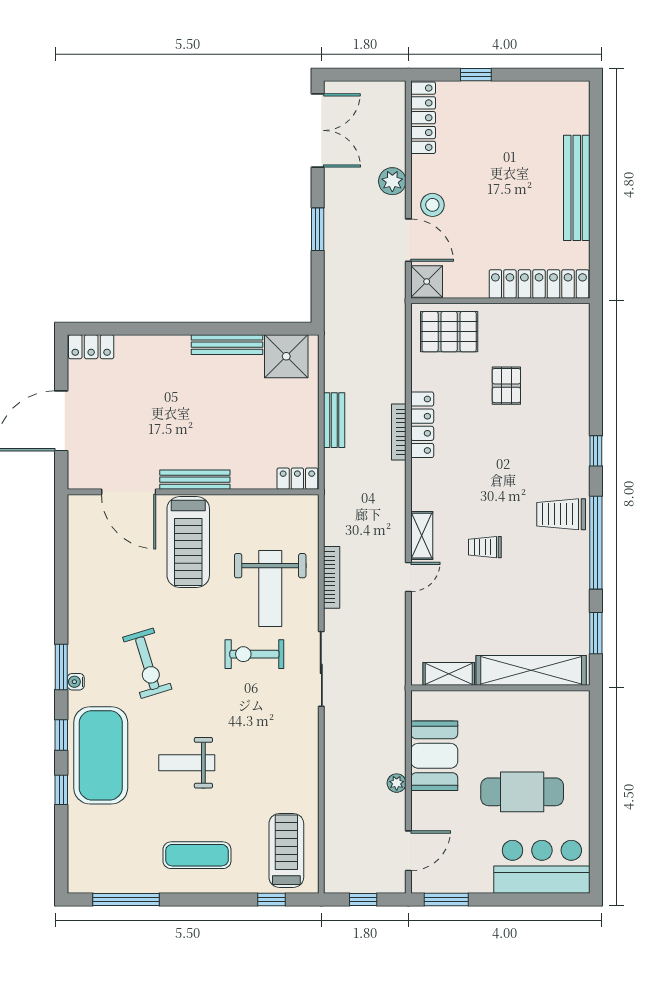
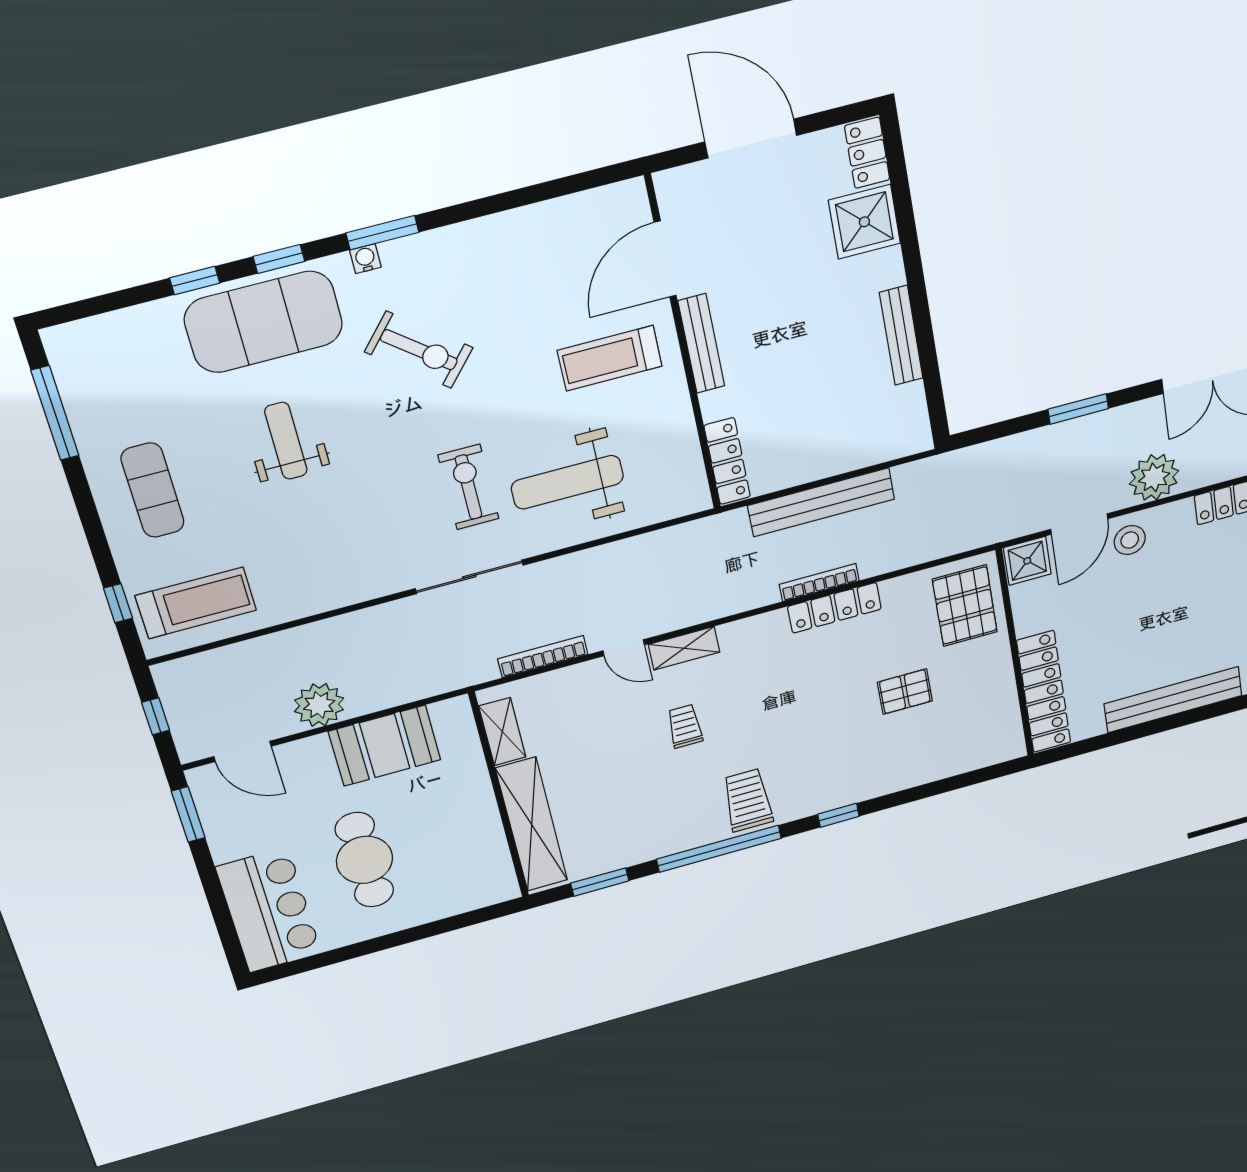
plant: (392, 181) -> (1154, 477), width x1.36, depth x1.36
shower: (286, 356) -> (864, 222), moved
bench: (334, 420) -> (821, 502), width x1.86, depth x1.21
locker: (297, 479) -> (727, 461), width x1.53
treadmill: (188, 542) -> (610, 358), width x0.73, depth x0.73
bookcase: (332, 577) -> (543, 657), moved, turned 180
exercise bike: (147, 663) -> (419, 350), turned -123
plant: (397, 783) -> (319, 705), width x1.88, depth x1.88

